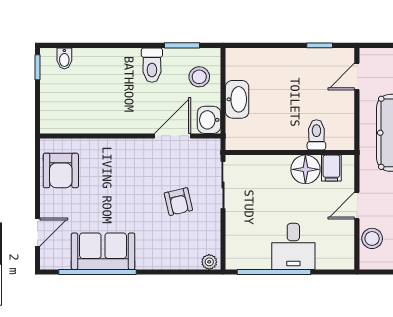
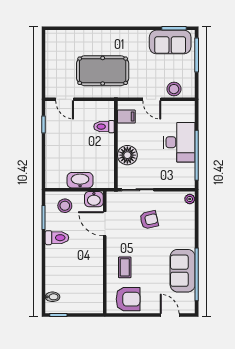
coffee table: (108, 166) -> (125, 267), added
floor lamp: (305, 169) -> (127, 155), moved
desk: (293, 246) -> (179, 142), width x1.37

